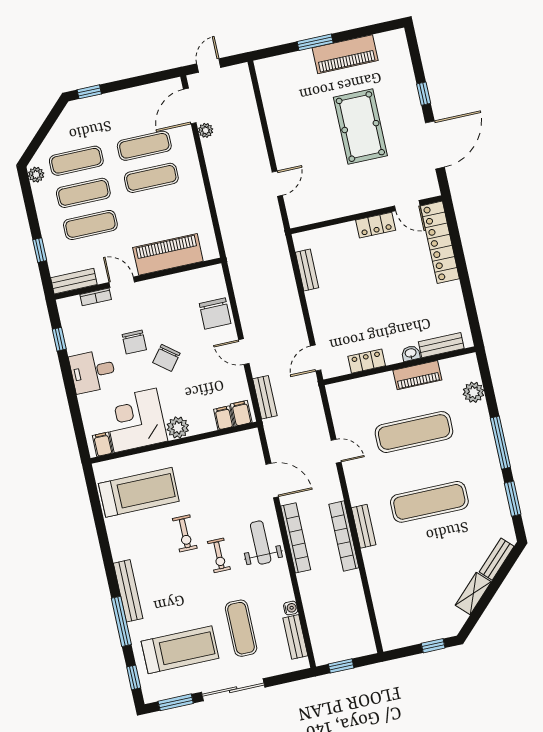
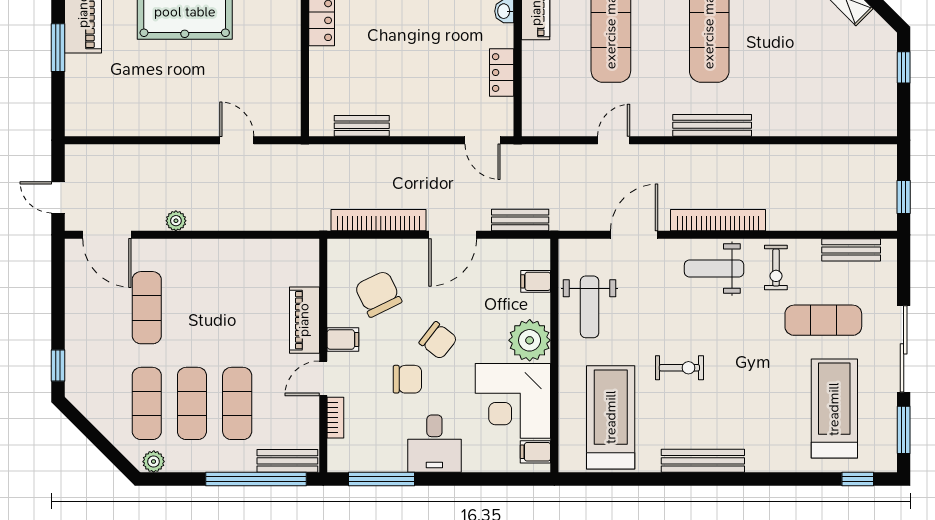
plant: (206, 130) -> (176, 221), moved
exercise mat: (151, 178) -> (192, 308), removed
window: (40, 250) -> (256, 479), width x3.17
piano: (168, 254) -> (304, 320), width x0.73, depth x0.75
bench: (74, 281) -> (287, 461), moved, turned 90
chair: (215, 314) -> (378, 294), moved, turned -116
window: (59, 339) -> (381, 479), width x2.17
door: (244, 352) -> (453, 235), width x1.38
filing cabinet: (241, 413) -> (343, 339), moved, turned 180
plant: (178, 428) -> (530, 340), width x1.36, depth x1.36
weight bench: (214, 460) -> (590, 307), added
bench: (364, 526) -> (712, 125), width x1.36
bookcase: (344, 536) -> (379, 220), moved, turned 180
exercise bike: (219, 555) -> (776, 267), moved, turned 90
bench: (128, 591) -> (703, 461), moved
water cooler: (291, 608) -> (811, 248), removed
window: (121, 621) -> (779, 479), removed

